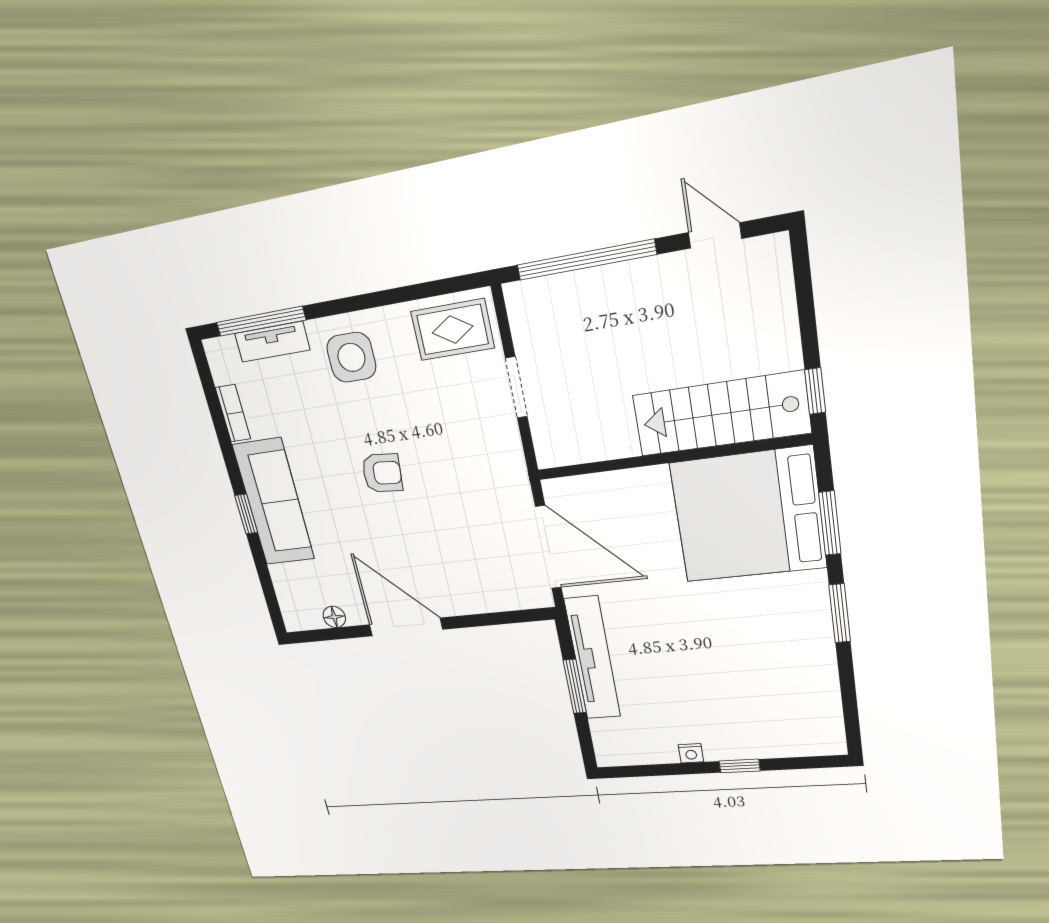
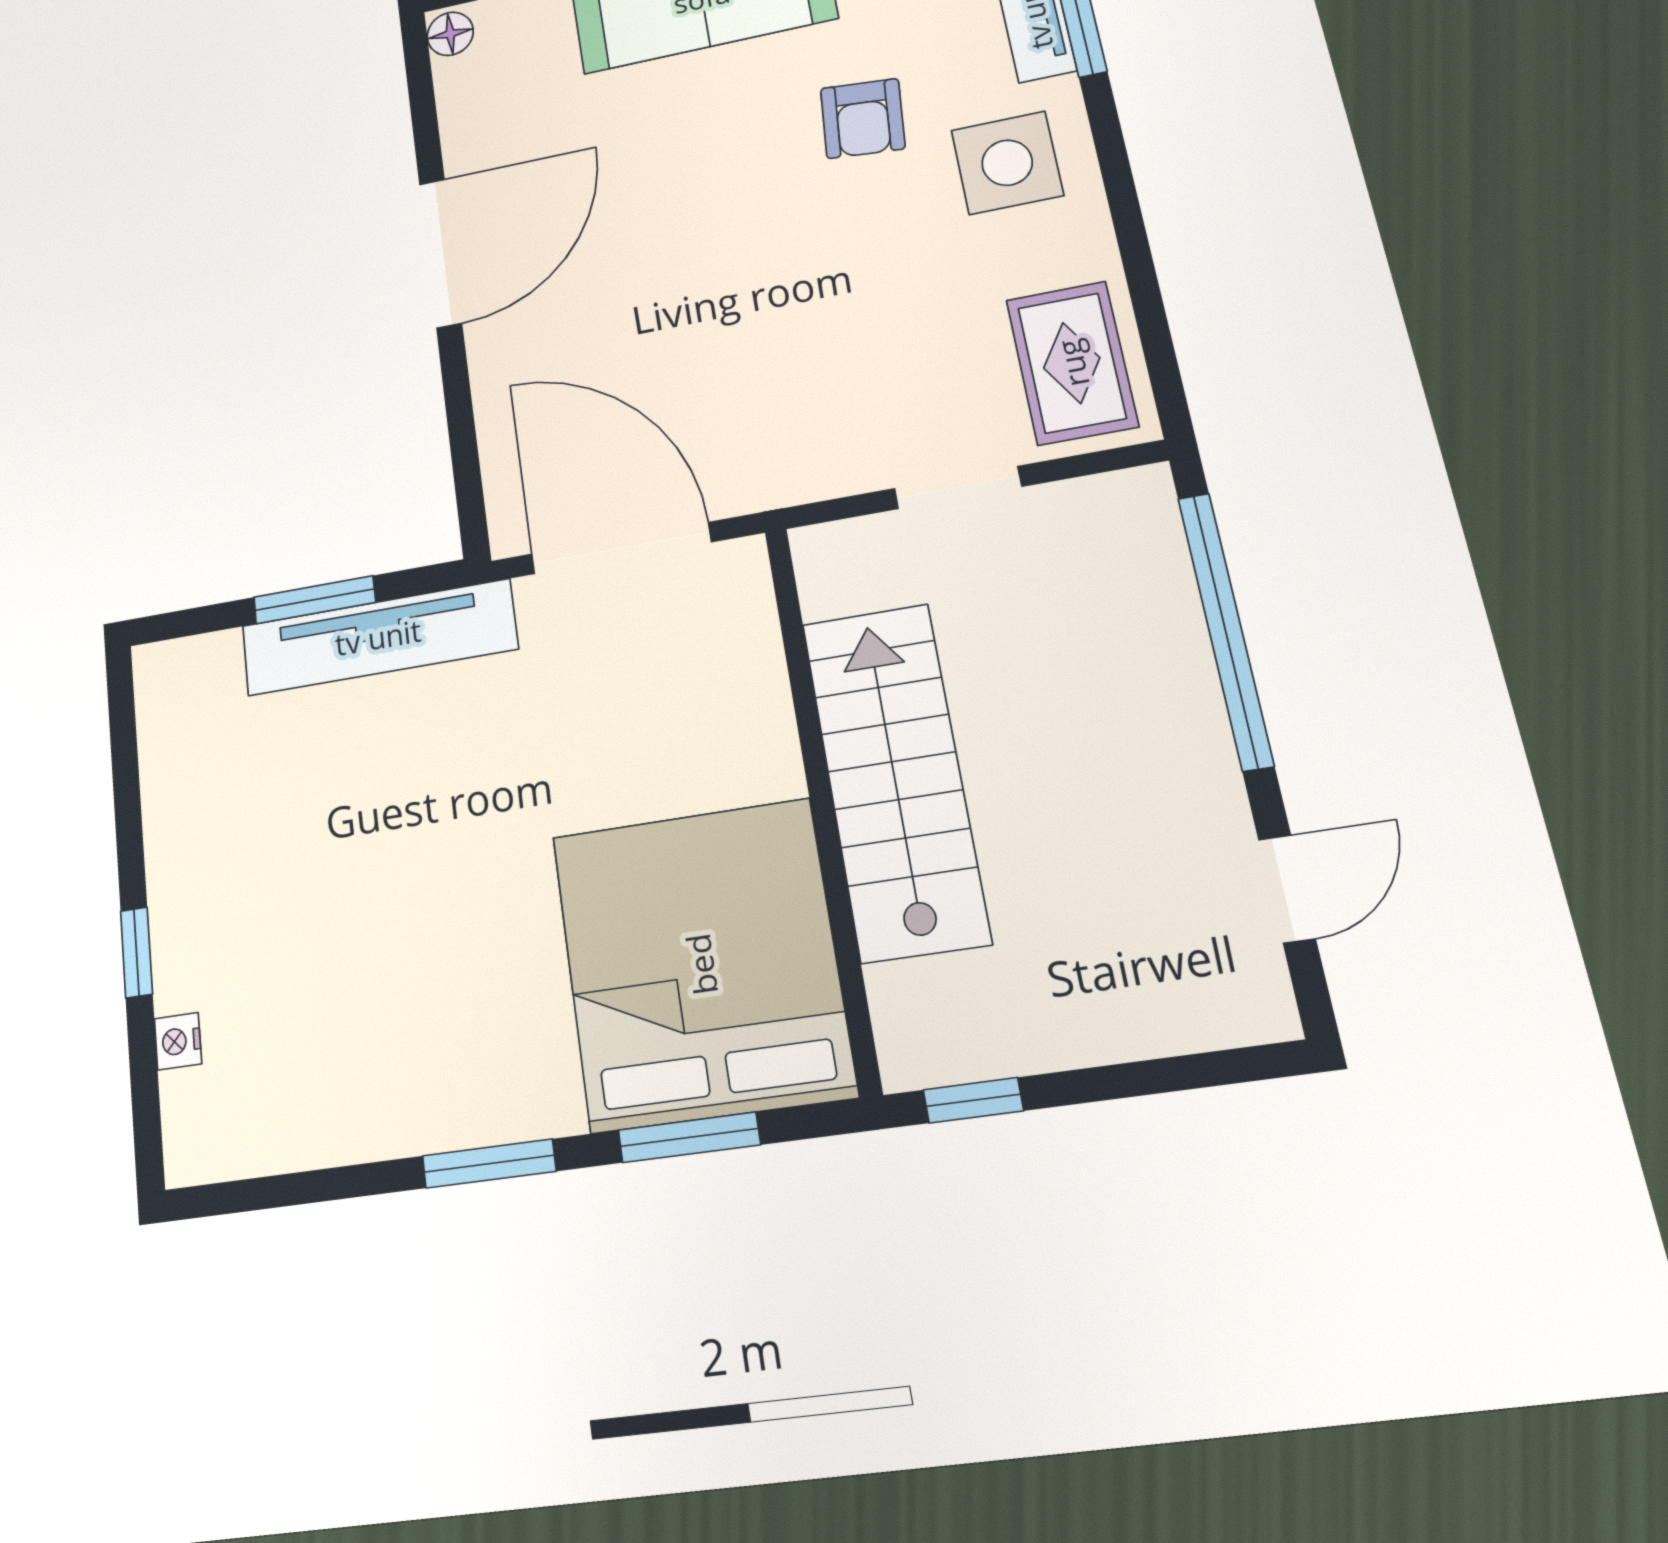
stairs: (721, 414) -> (895, 780), moved
armchair: (382, 473) -> (863, 118), moved
door: (548, 547) -> (621, 548), swing flipped
floor lamp: (334, 617) -> (450, 34), moved
nightstand: (691, 753) -> (178, 1041), moved

